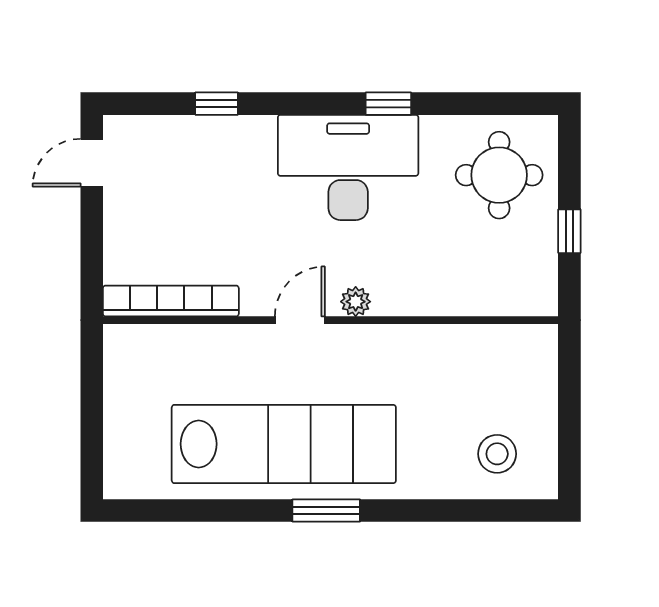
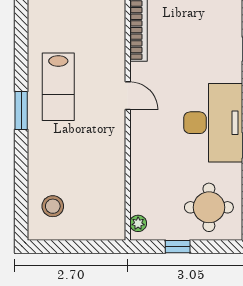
plant: (356, 302) -> (138, 223), moved
lab bench: (284, 444) -> (58, 87), width x0.54, depth x0.72

